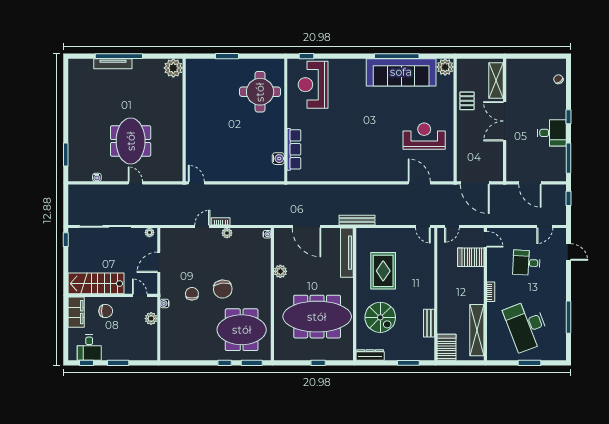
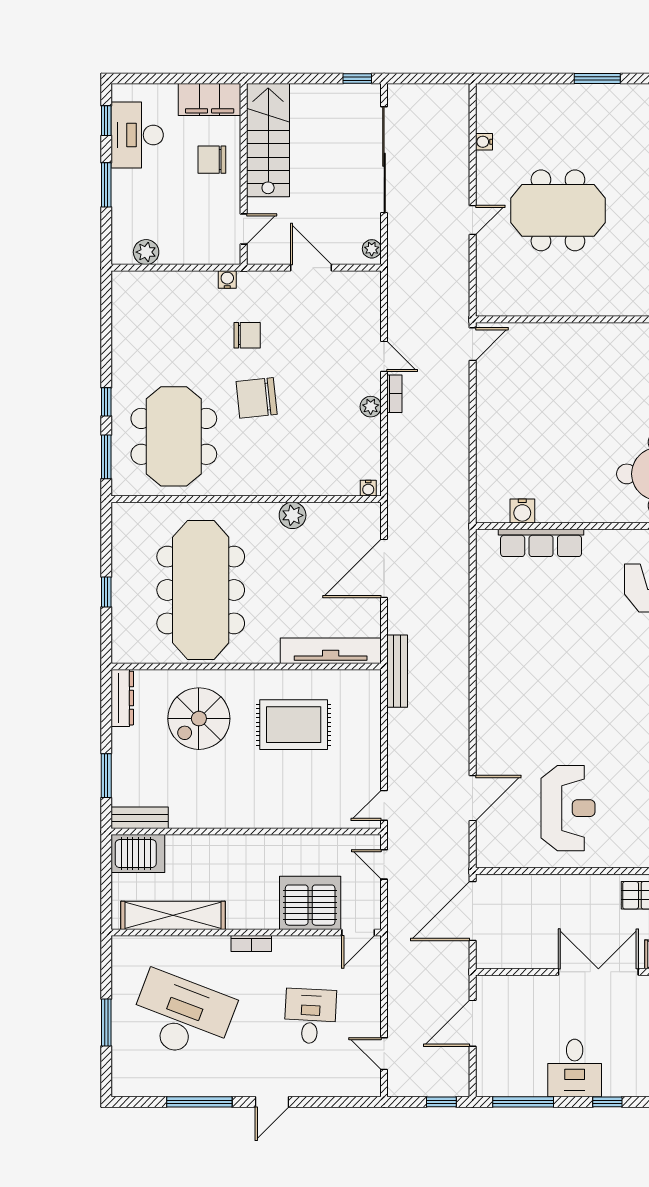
window: (66, 154) -> (597, 78), moved
door: (569, 252) -> (272, 1102), moved
server rack: (471, 257) -> (310, 903), width x1.60
chair: (106, 311) -> (212, 160), turned 90
plant: (151, 319) -> (146, 252), moved
bench: (429, 323) -> (140, 818), moved
desk: (526, 326) -> (182, 1016), turned 42
desk: (89, 348) -> (137, 135), width x1.37

